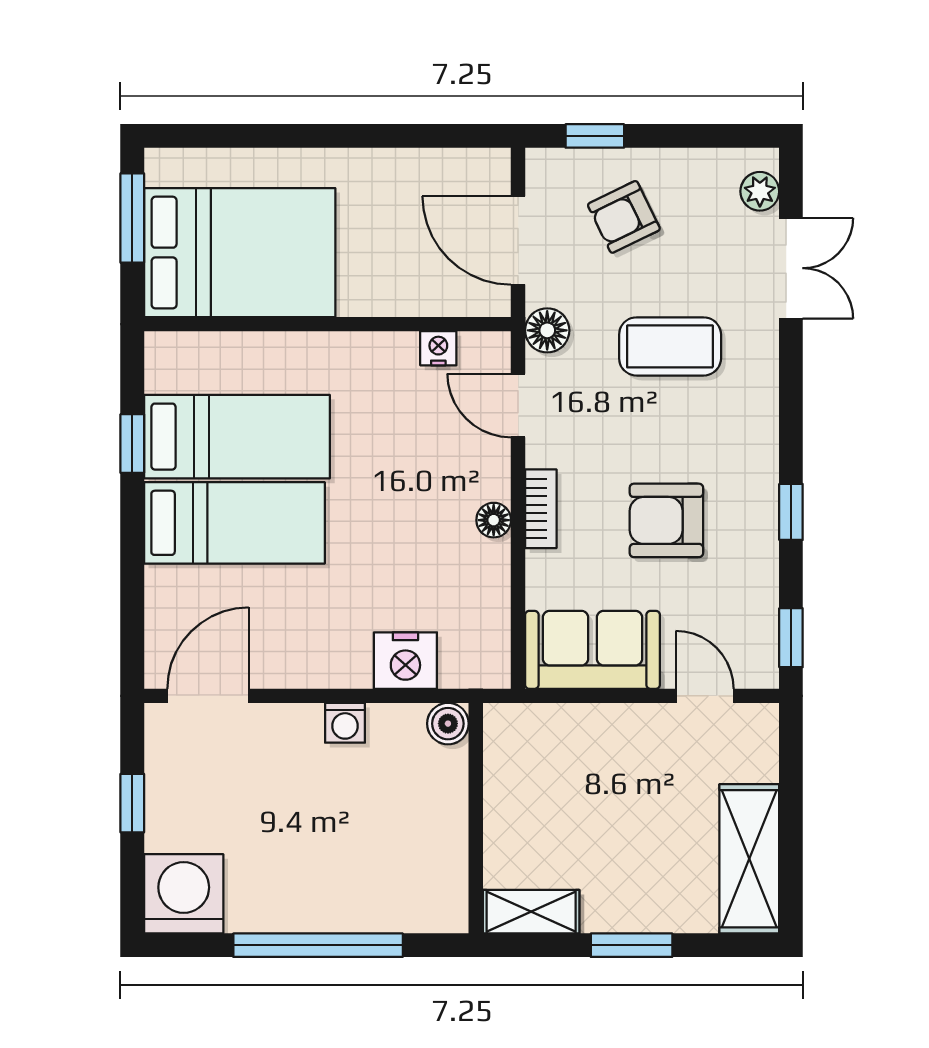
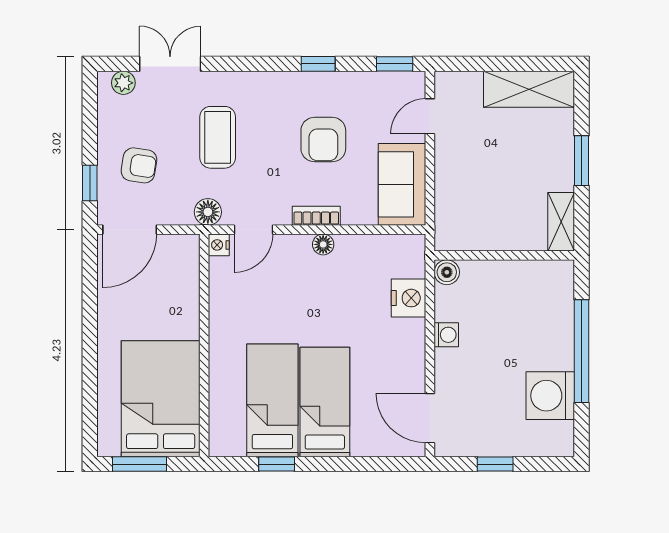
armchair: (624, 217) -> (139, 165), turned -55
door: (518, 240) -> (130, 230), moved
nightstand: (438, 348) -> (219, 245), moved
washing machine: (184, 894) -> (550, 396), moved

